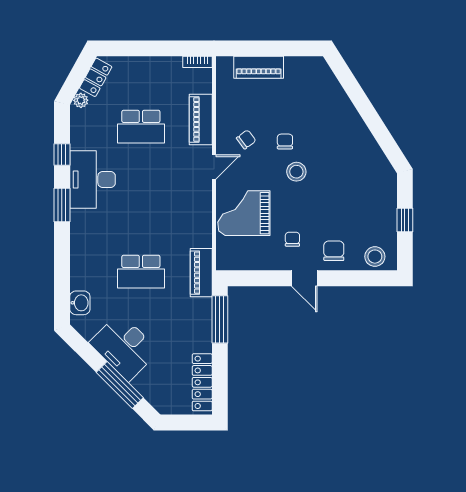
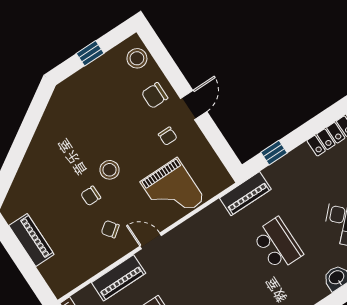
piano: (259, 67) -> (31, 240), moved
chair: (292, 239) -> (168, 136), turned -90
window: (220, 319) -> (274, 153), width x0.46

